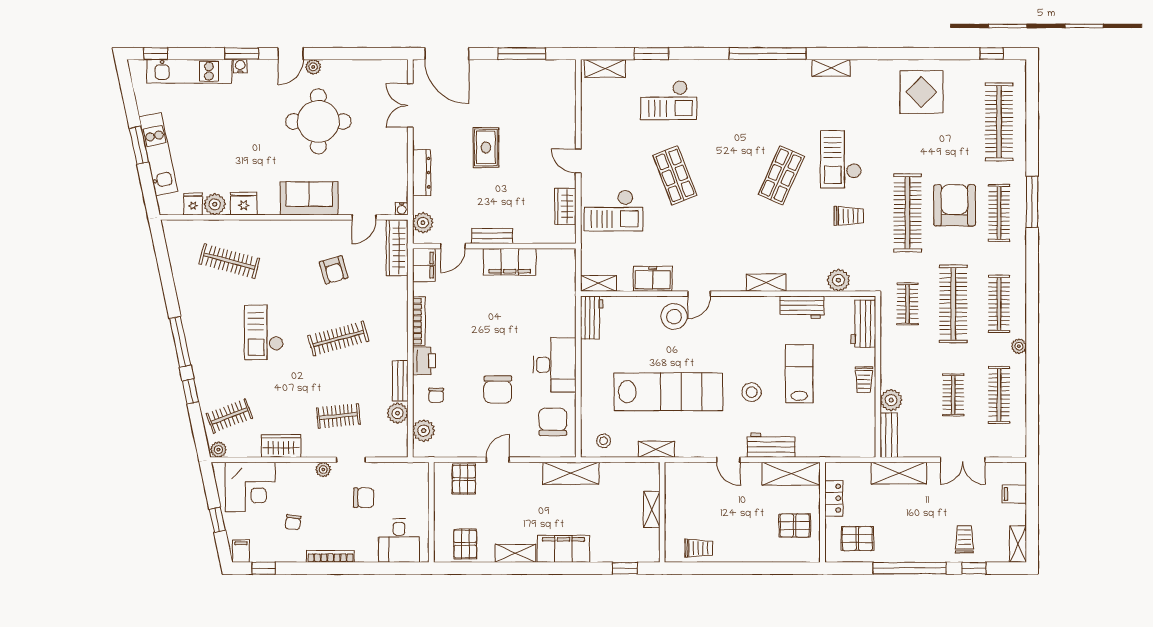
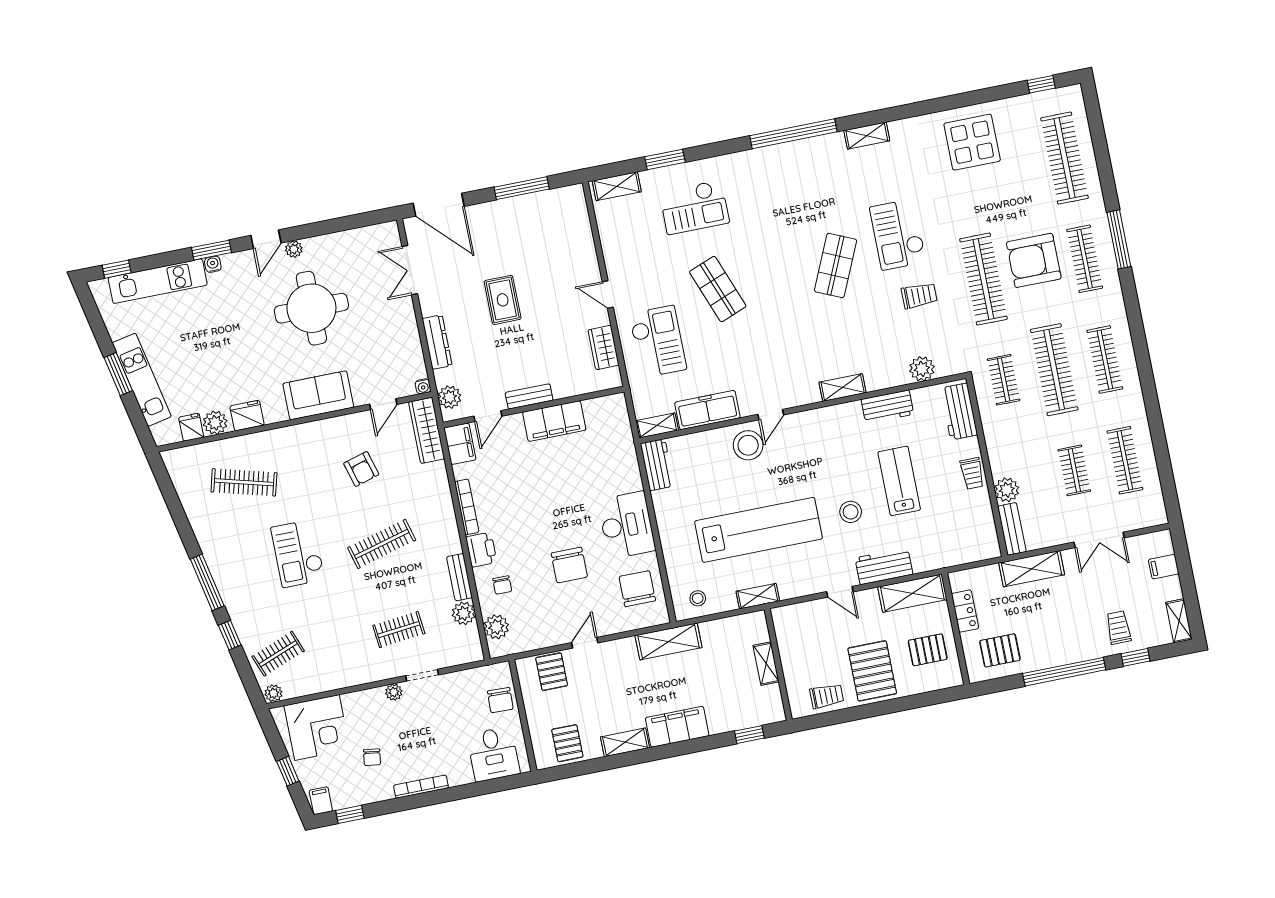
armchair: (955, 205) -> (1034, 260), turned -90
checkout: (614, 211) -> (658, 342), turned -90
freezer: (653, 279) -> (707, 410), width x1.40
plant: (1019, 346) -> (1136, 402), removed
wardrobe: (281, 446) -> (342, 675), removed
chair: (364, 498) -> (500, 700), moved, turned 92
pallet: (743, 534) -> (872, 671), added

